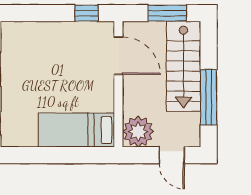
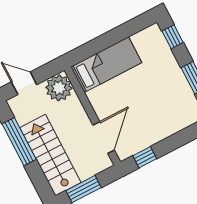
door: (118, 56) -> (104, 138), swing flipped

